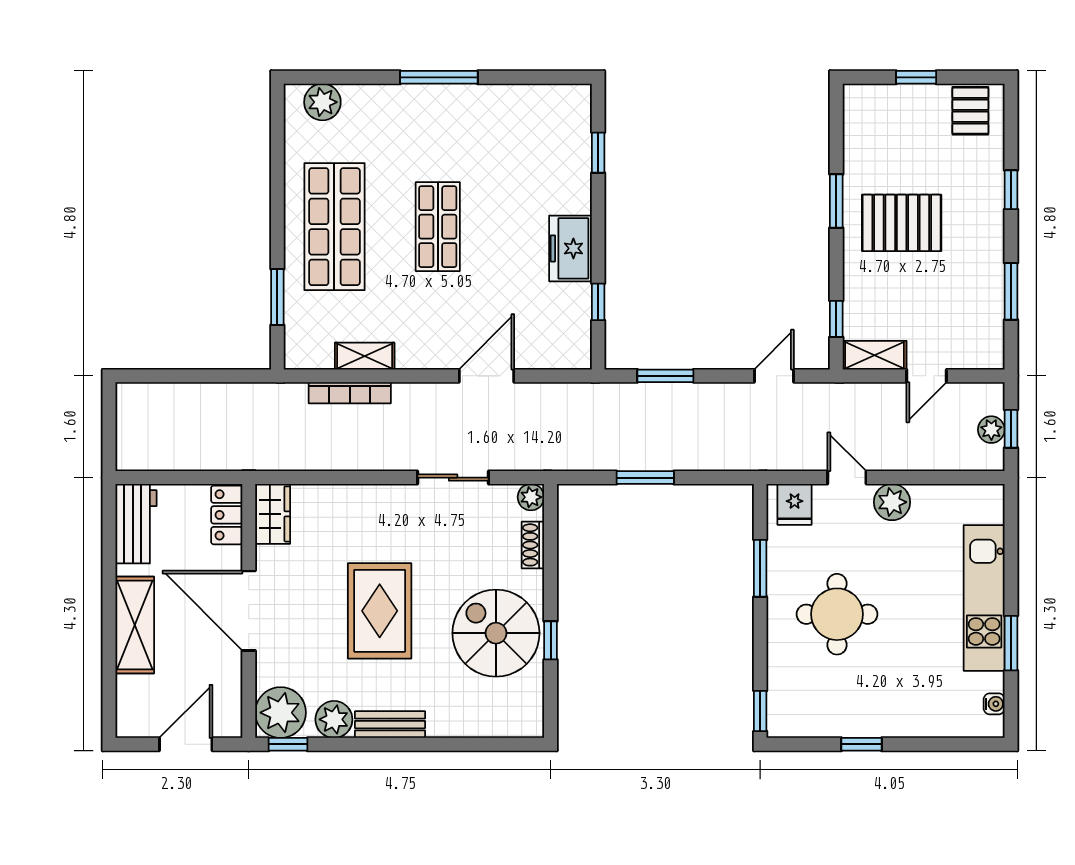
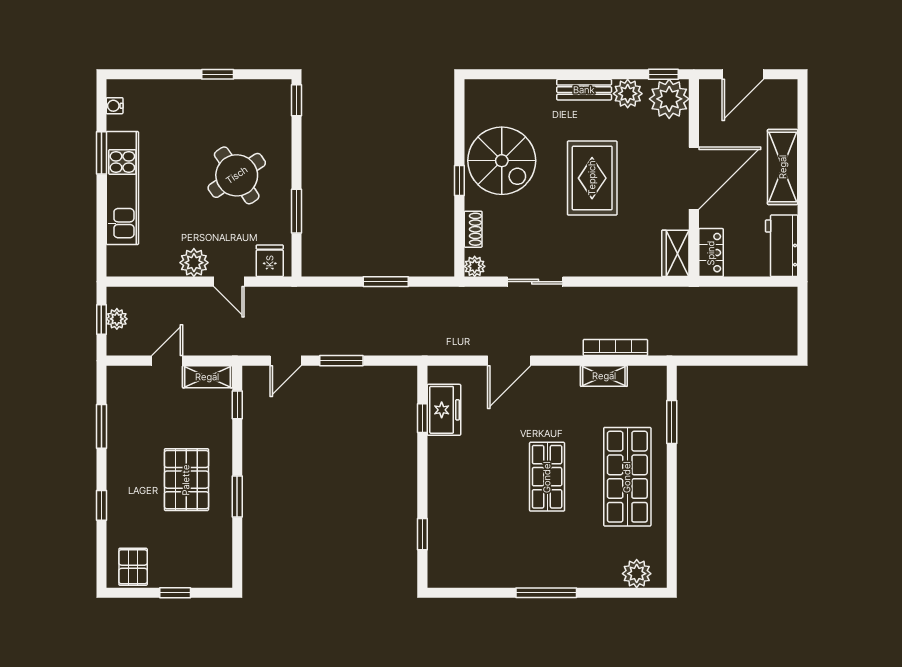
pallet: (902, 223) -> (186, 480), turned 90
freezer: (570, 248) -> (444, 410), moved
window: (665, 376) -> (341, 361), moved
door: (249, 611) -> (694, 178), hinge flipped
round table: (837, 614) -> (237, 175), turned -34
window: (551, 640) -> (459, 180), moved

